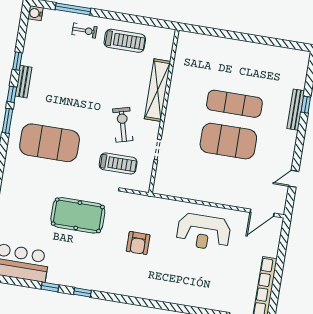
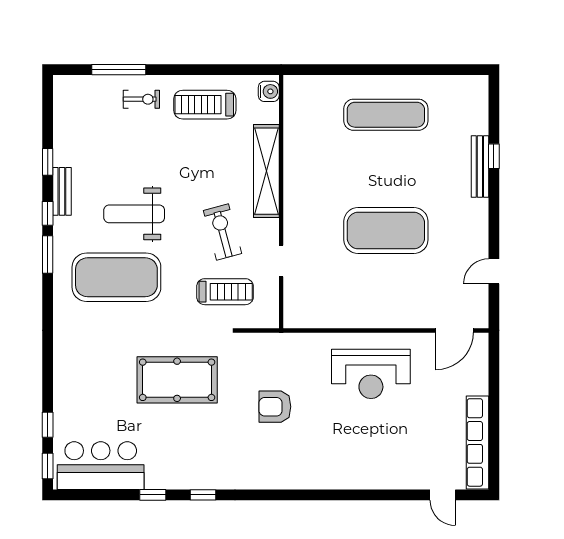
water cooler: (35, 13) -> (269, 91), moved, turned 180
treadmill: (125, 41) -> (205, 105), turned 180
weight bench: (68, 104) -> (134, 214), added
exercise mat: (234, 104) -> (386, 115), moved
armchair: (138, 243) -> (275, 407), turned 90

